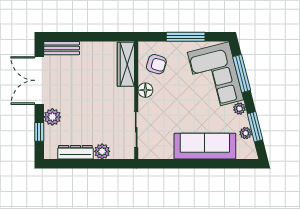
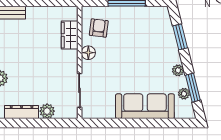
wardrobe: (126, 64) -> (70, 35), width x0.67
armchair: (156, 64) -> (99, 28), turned -100
window: (242, 74) -> (180, 37), width x0.69
corner sofa: (215, 76) -> (155, 39), removed

